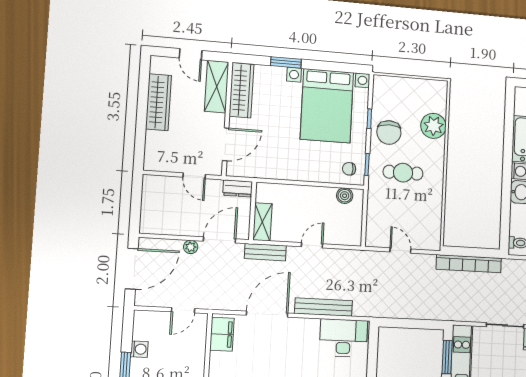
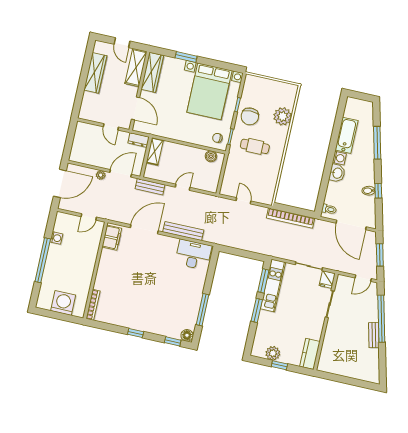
door: (226, 144) -> (135, 108), hinge flipped
shelving: (262, 222) -> (155, 151), moved

